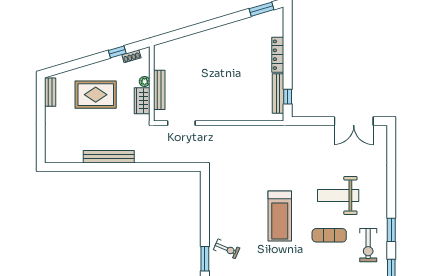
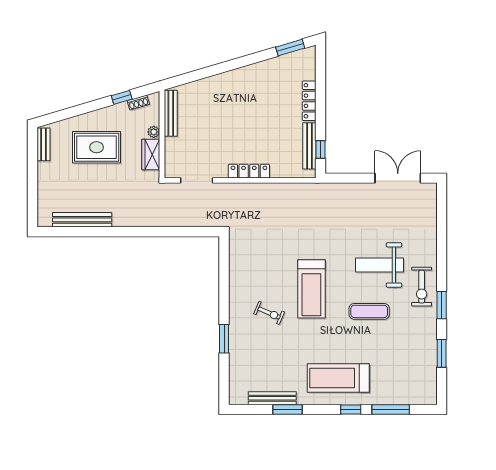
bench: (159, 90) -> (171, 113), moved
locker: (226, 115) -> (249, 171), added
double door: (354, 121) -> (398, 178), swing flipped
bench: (109, 157) -> (82, 220), moved
exercise bike: (368, 245) -> (422, 287), moved
exercise bike: (227, 249) -> (269, 313), moved

